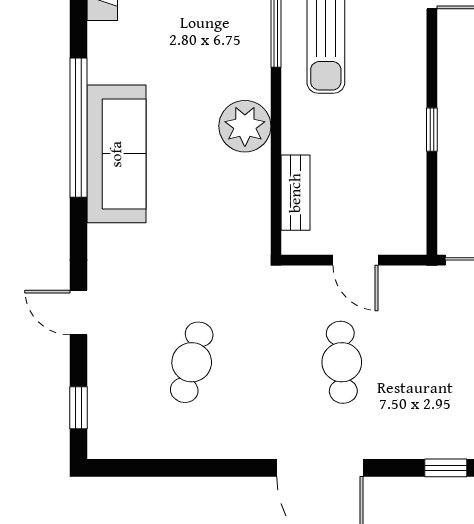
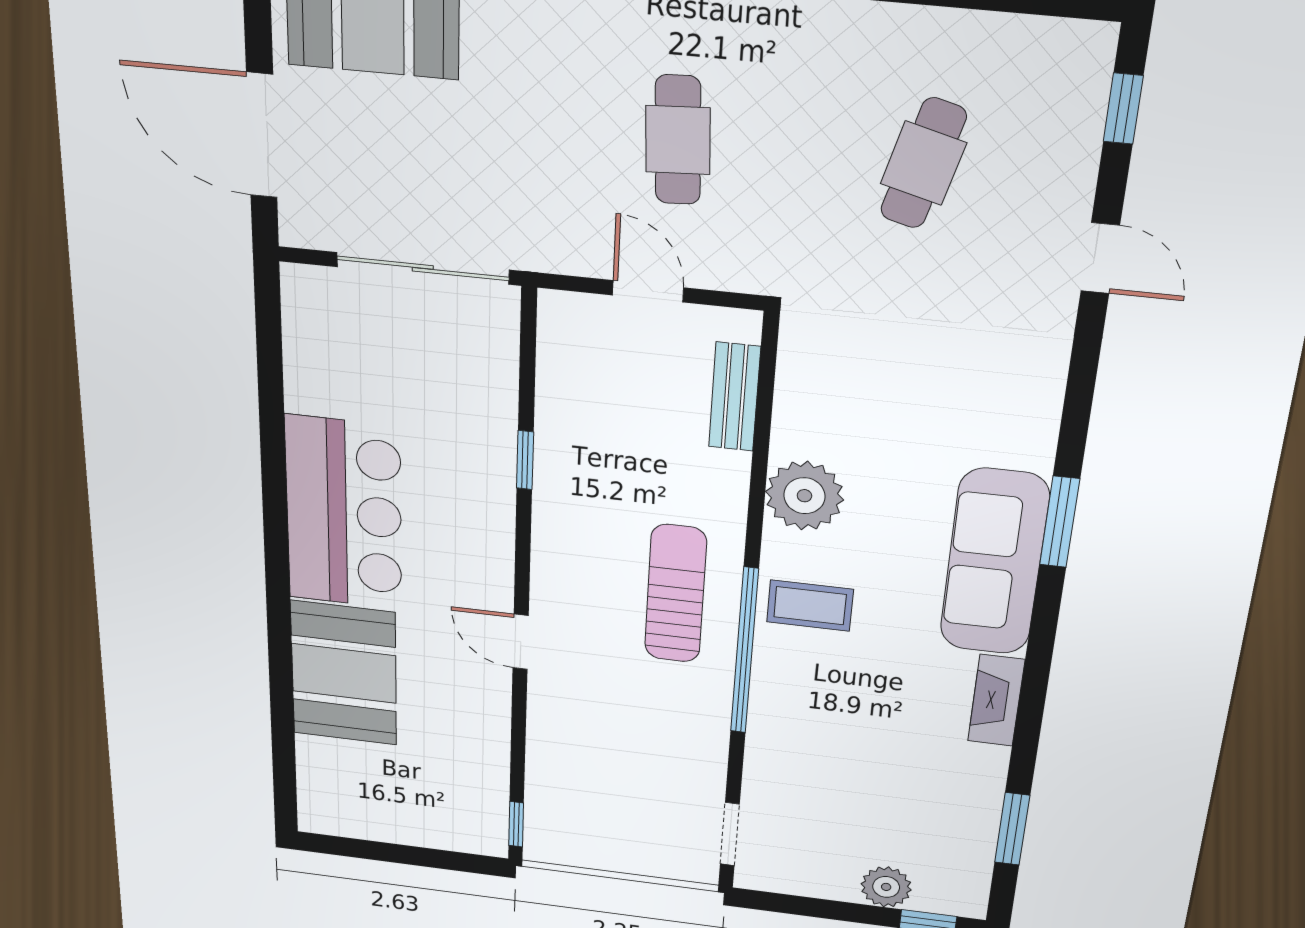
coffee table: (234, 43) -> (810, 606), added
window: (79, 128) -> (1060, 522), width x0.47
sofa: (117, 154) -> (994, 562), moved

